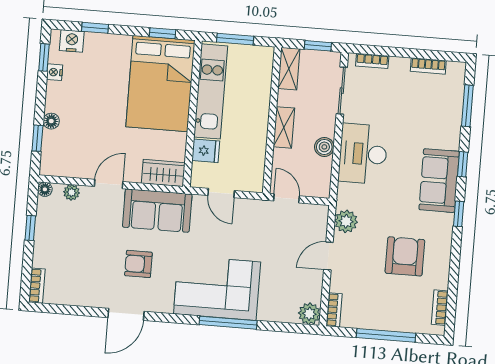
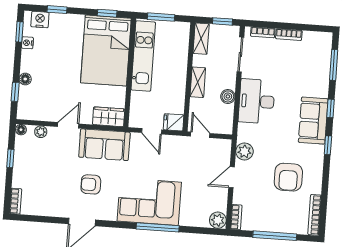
bookcase: (428, 66) -> (289, 35), moved
fridge: (206, 151) -> (174, 122), moved, turned 180
armchair: (405, 256) -> (288, 177), turned 180
bookcase: (440, 308) -> (315, 215), width x1.56

